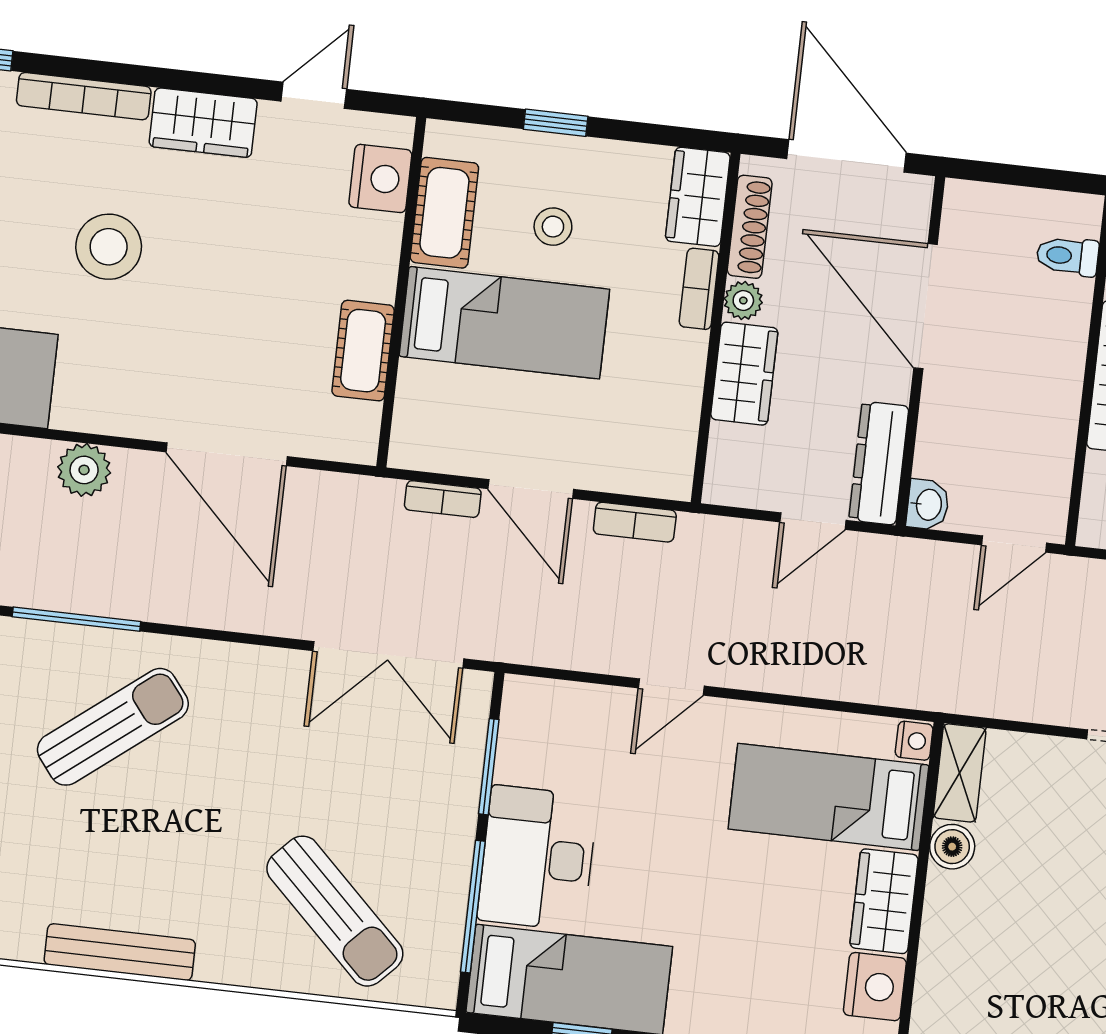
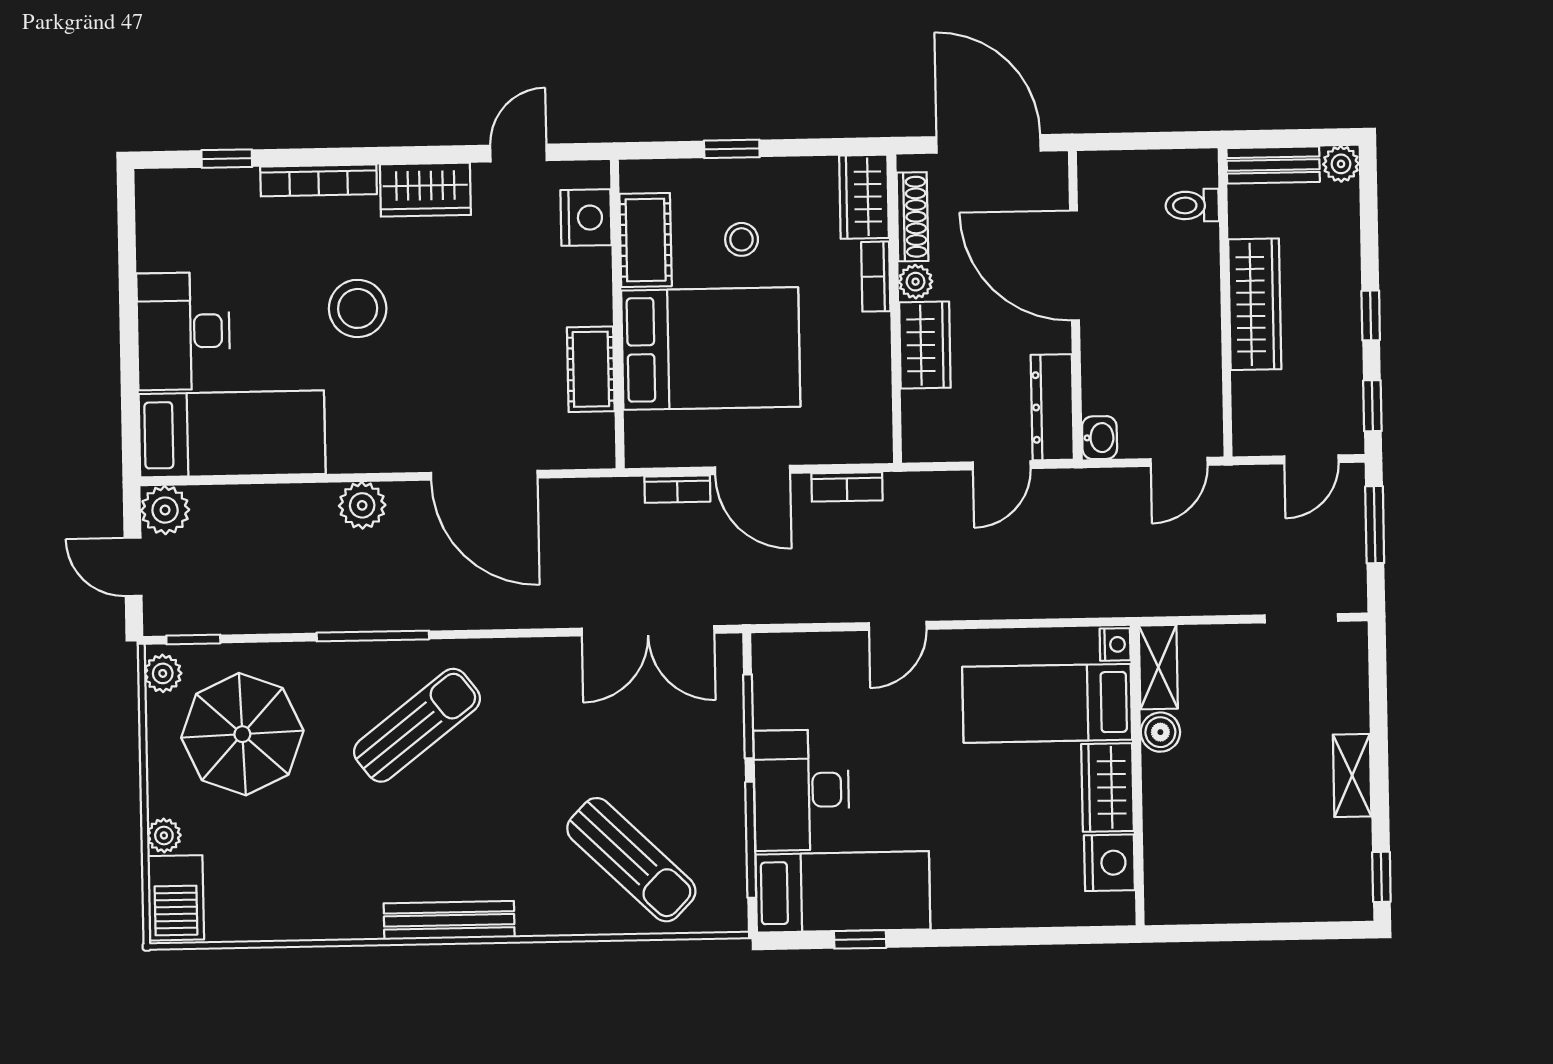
bed: (504, 323) -> (711, 349), width x1.50

